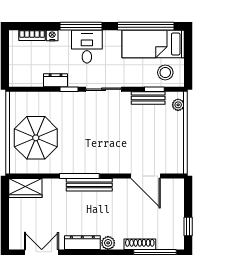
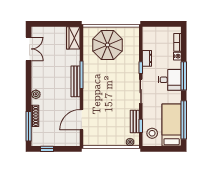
dresser: (82, 243) -> (36, 77), removed

